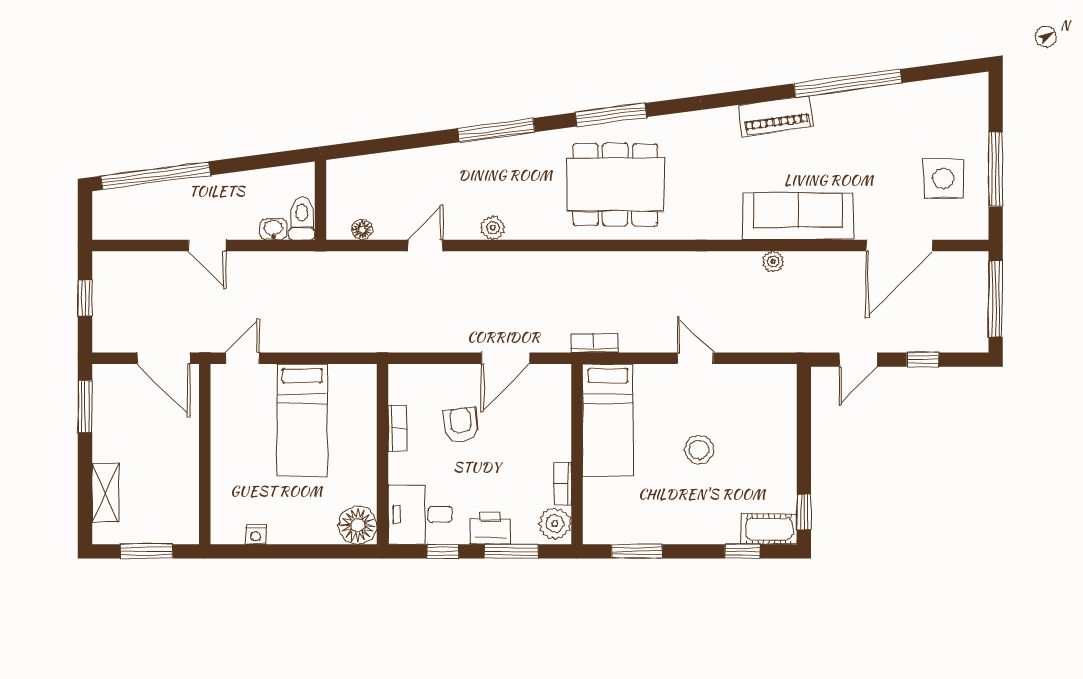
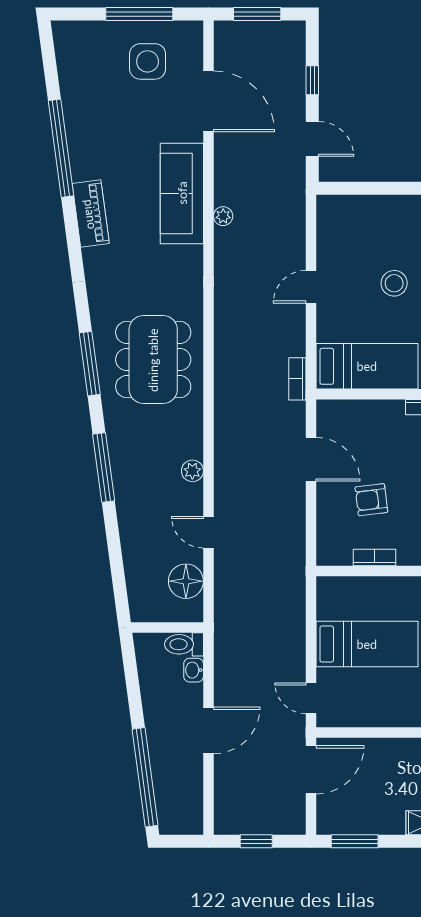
floor lamp: (362, 230) -> (186, 581), width x1.89, depth x1.89
door: (207, 245) -> (208, 730), width x1.38
window: (996, 299) -> (257, 14), width x0.69

